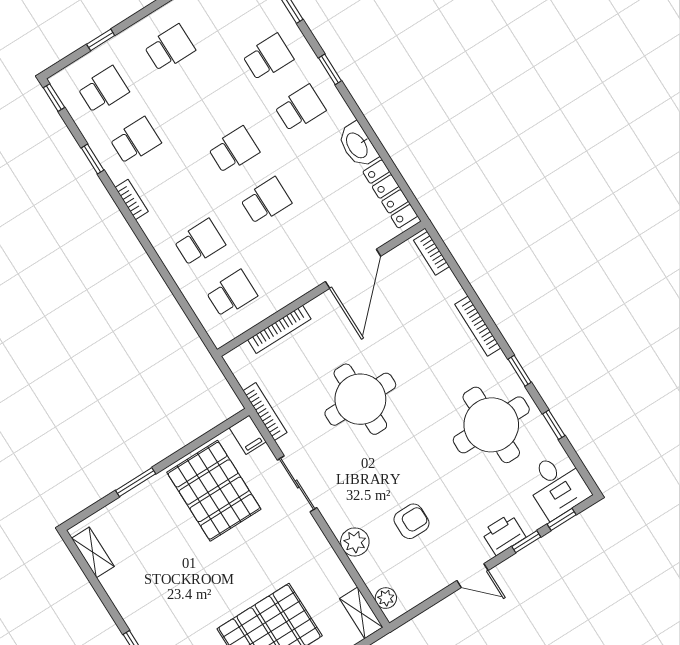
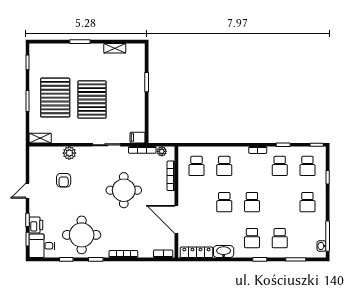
pallet: (214, 491) -> (92, 100), moved, turned 90
printer: (504, 534) -> (36, 225), moved
shelving: (93, 552) -> (115, 48), moved
plant: (386, 598) -> (162, 151), moved

